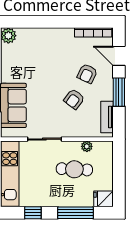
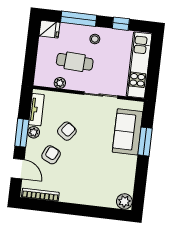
plant: (107, 94) -> (34, 132), added
stool: (57, 194) -> (95, 39), added

